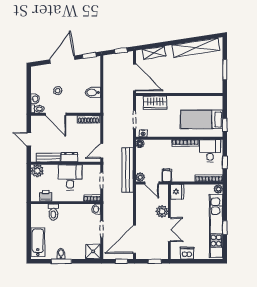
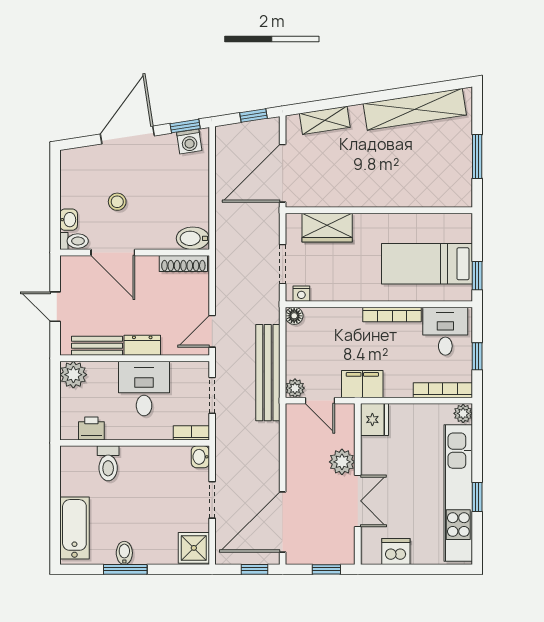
washing machine: (91, 63) -> (189, 141), added
door: (134, 77) -> (283, 173), swing flipped
bidet: (93, 93) -> (193, 238), moved
filing cabinet: (167, 175) -> (362, 384), width x2.00

